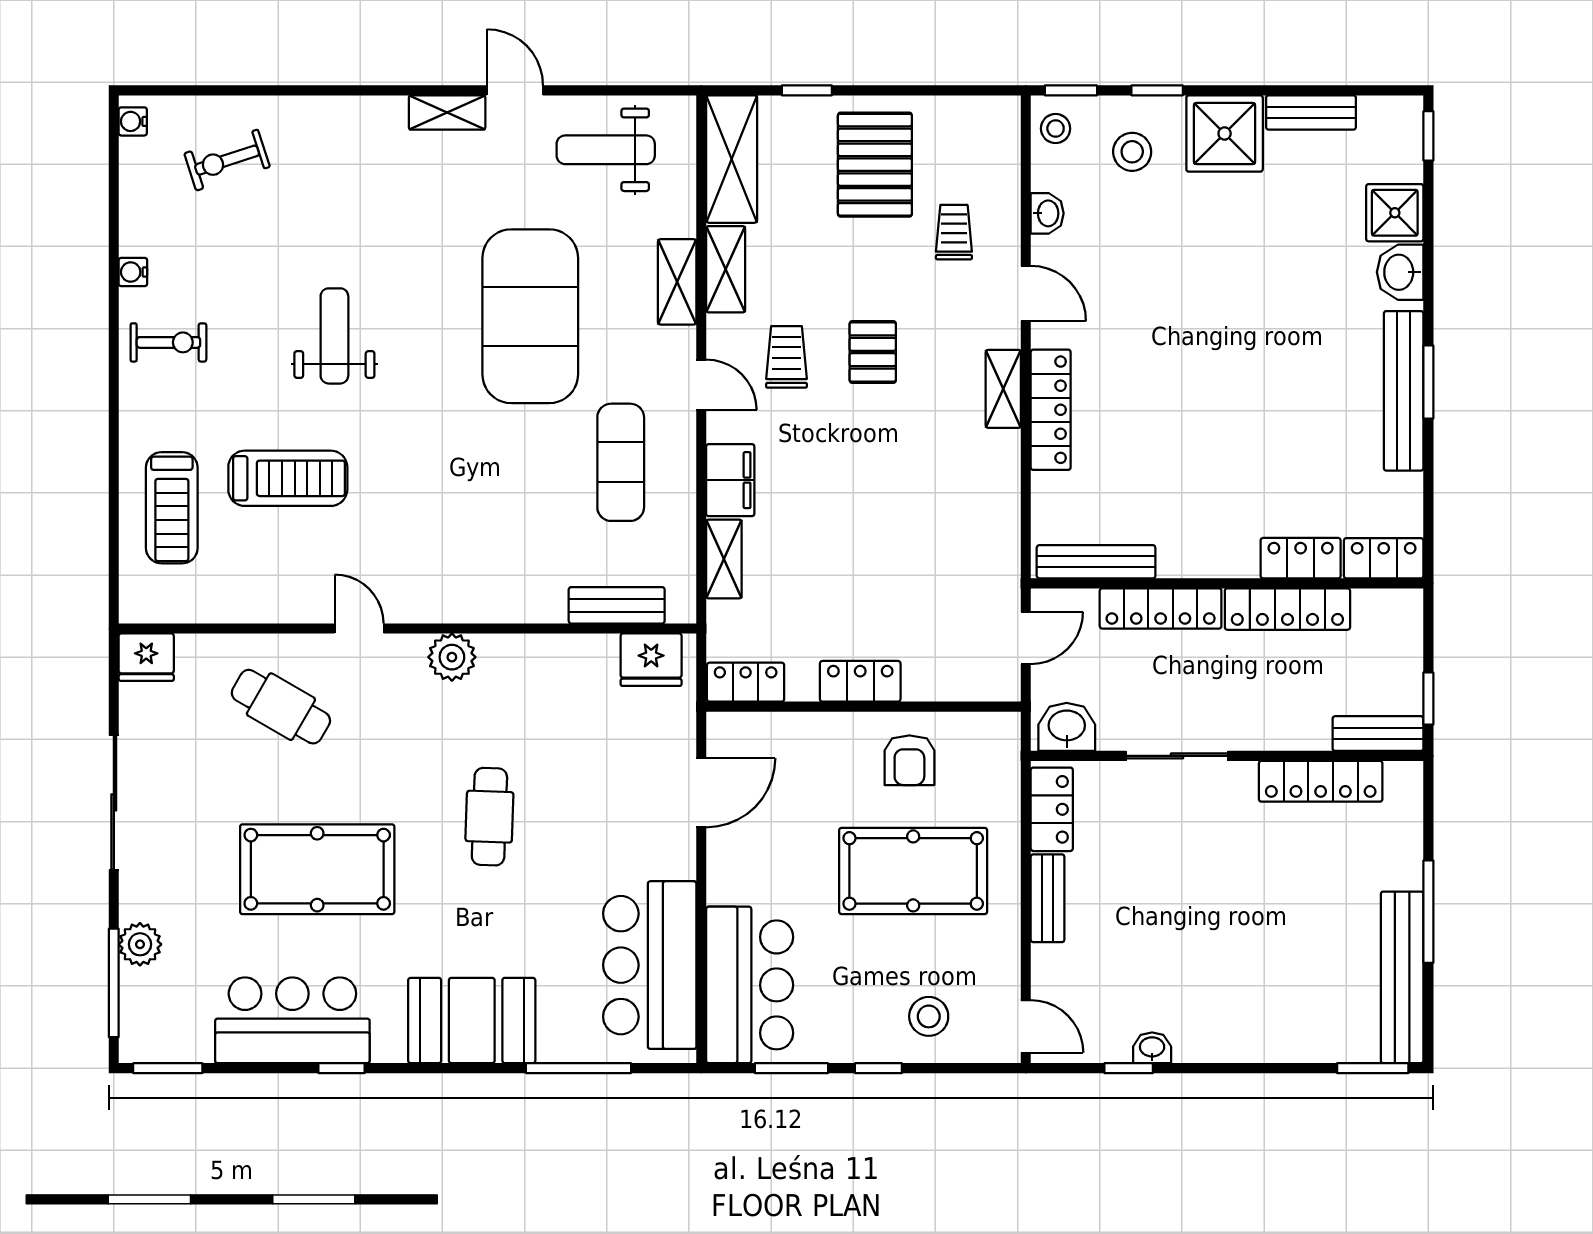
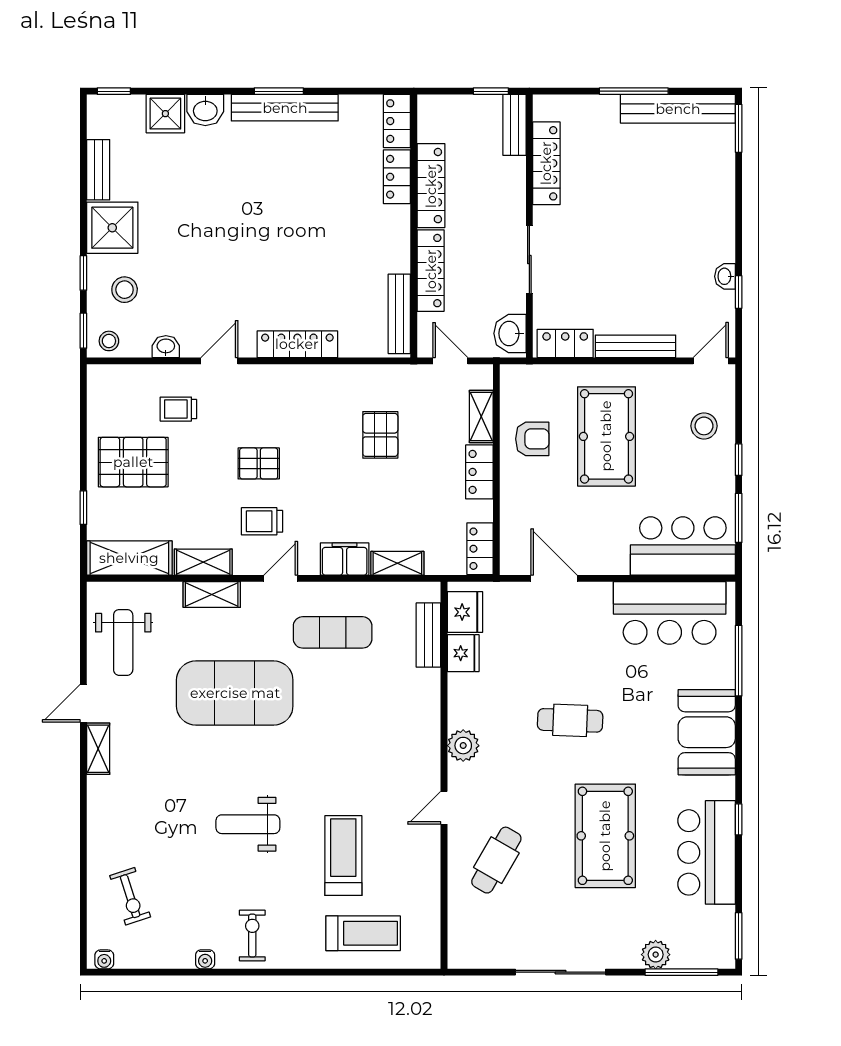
shelving: (1003, 389) -> (481, 417), moved, turned 90
pallet: (915, 533) -> (380, 435), added
fridge: (146, 657) -> (463, 653), moved
bench: (1048, 898) -> (636, 346), width x1.36

